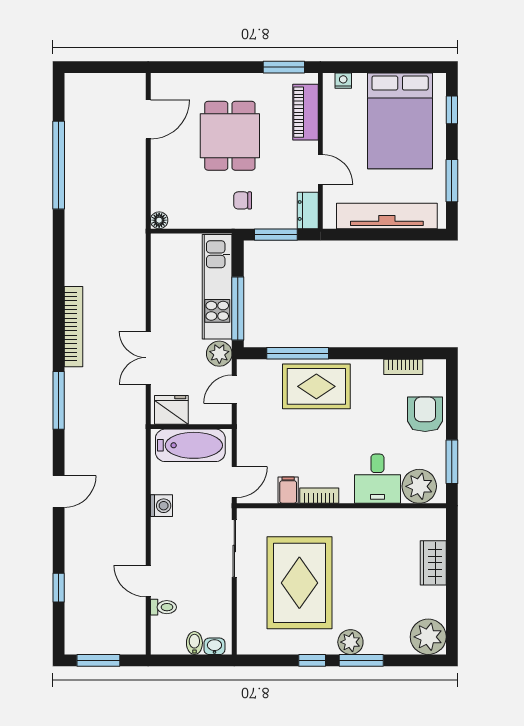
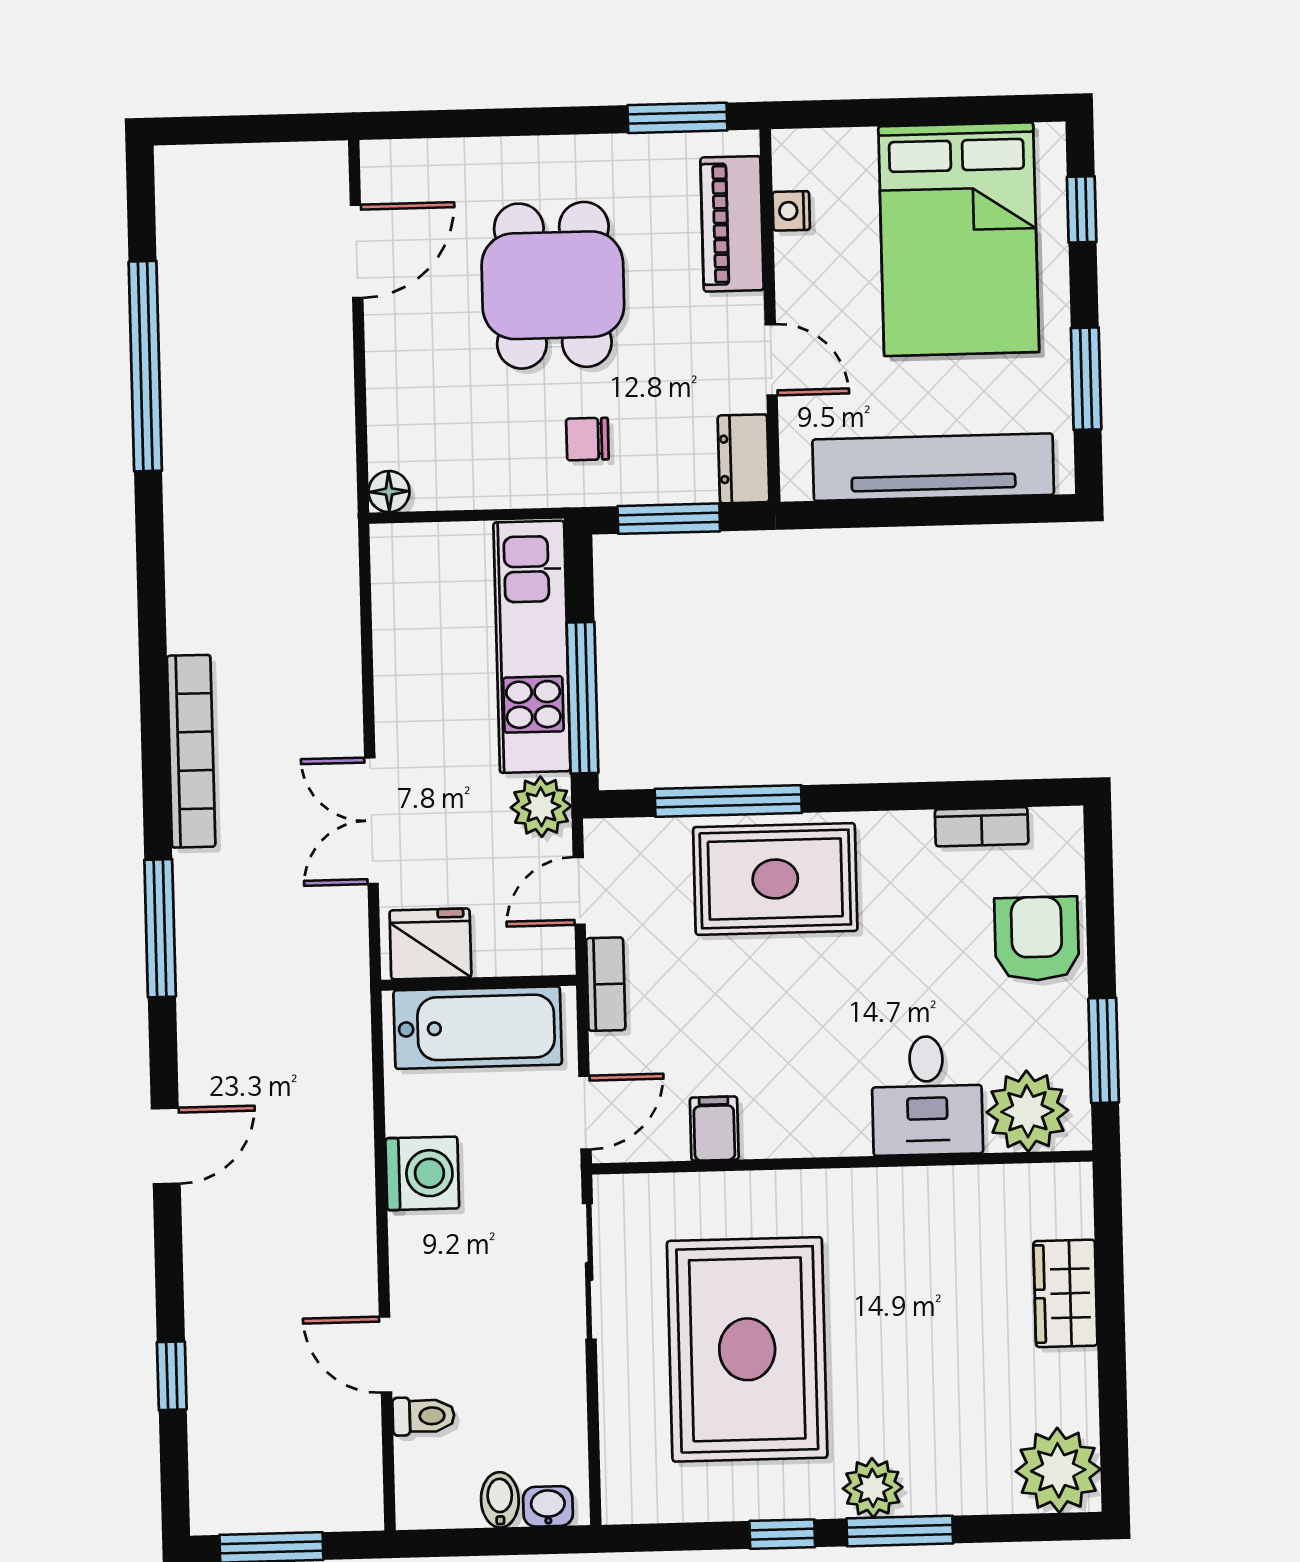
nightstand: (343, 81) -> (791, 211), moved, turned -90
bookcase: (319, 496) -> (606, 984), moved, turned 90
washing machine: (161, 506) -> (422, 1173), width x1.38, depth x1.38

